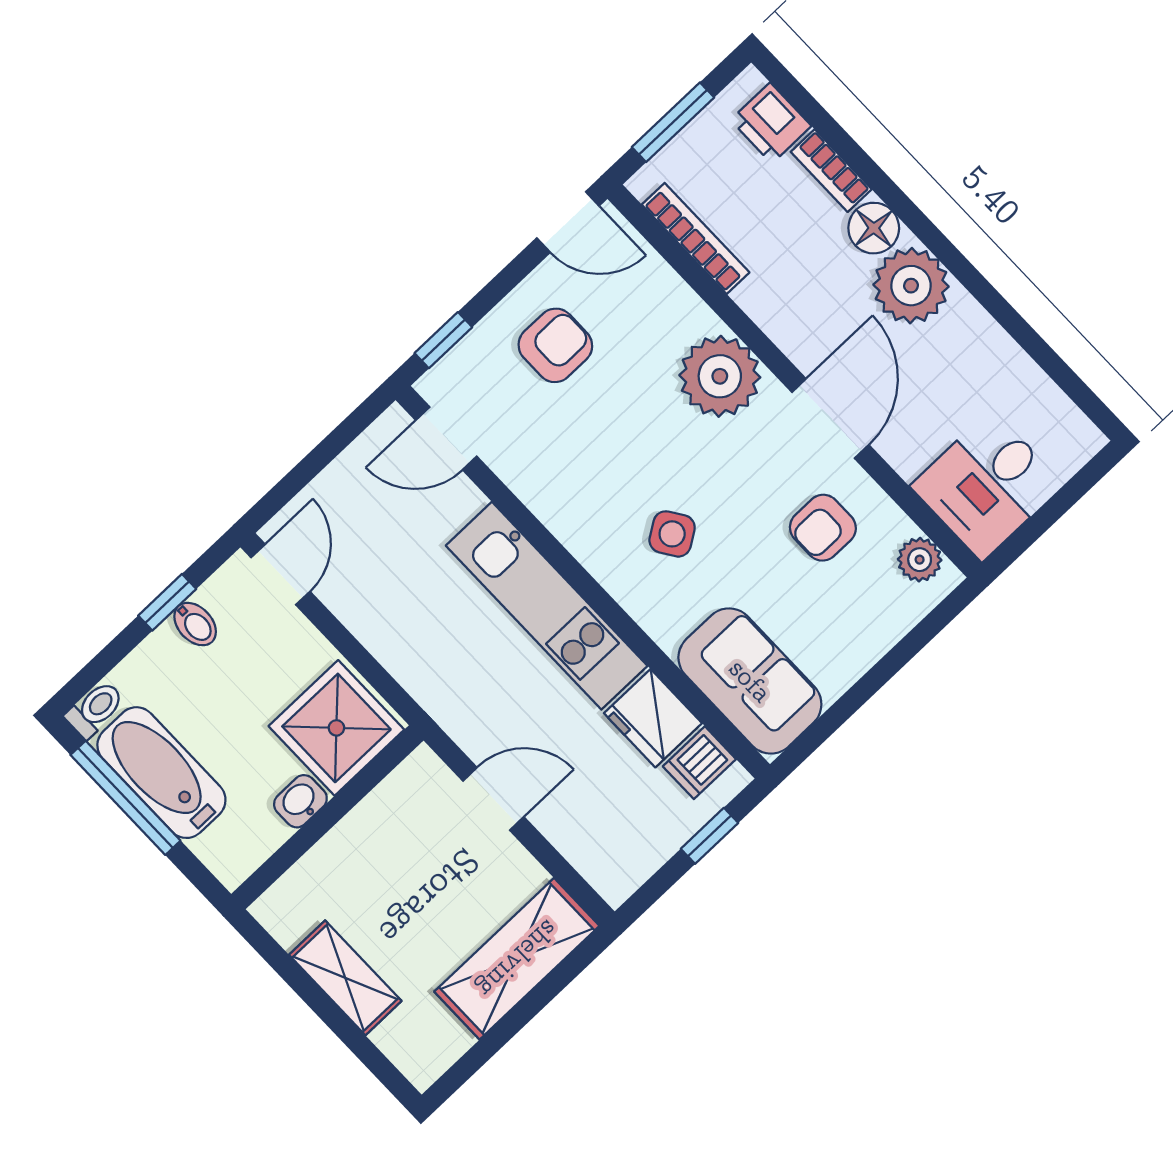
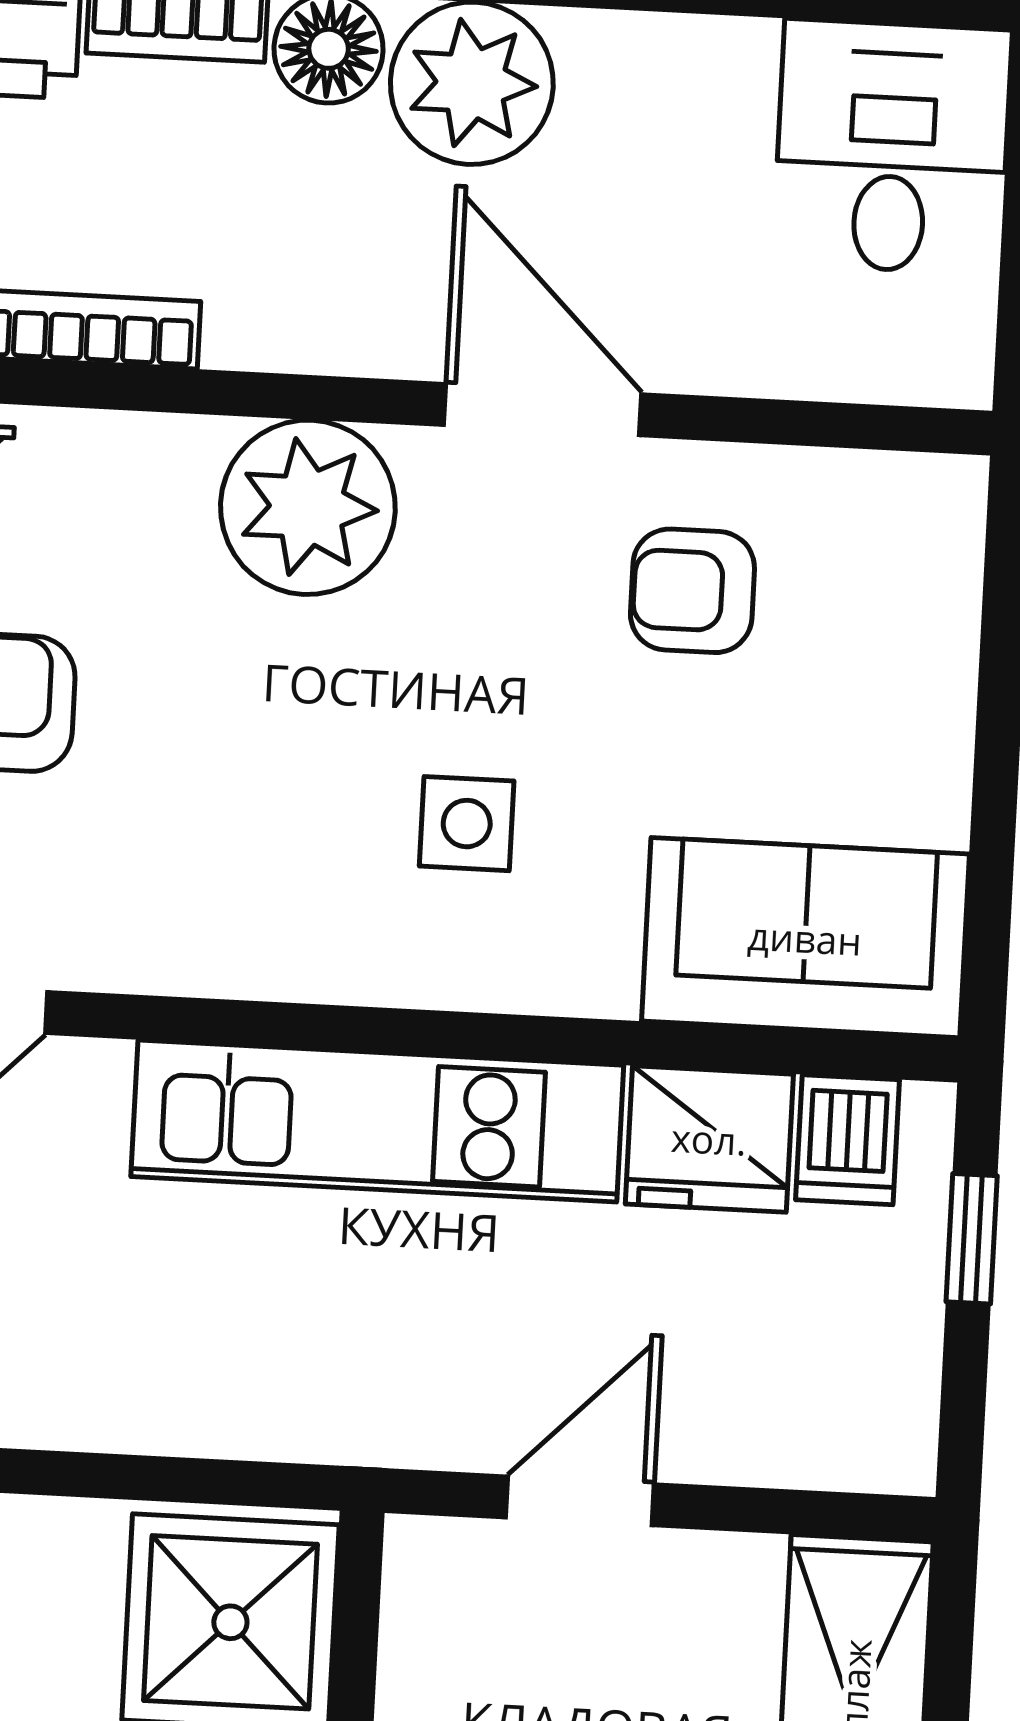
desk: (987, 485) -> (892, 147), moved, turned 180
armchair: (823, 528) -> (692, 591), turned 90
side table: (672, 534) -> (467, 824), turned 33
plant: (920, 560) -> (890, 498), removed

